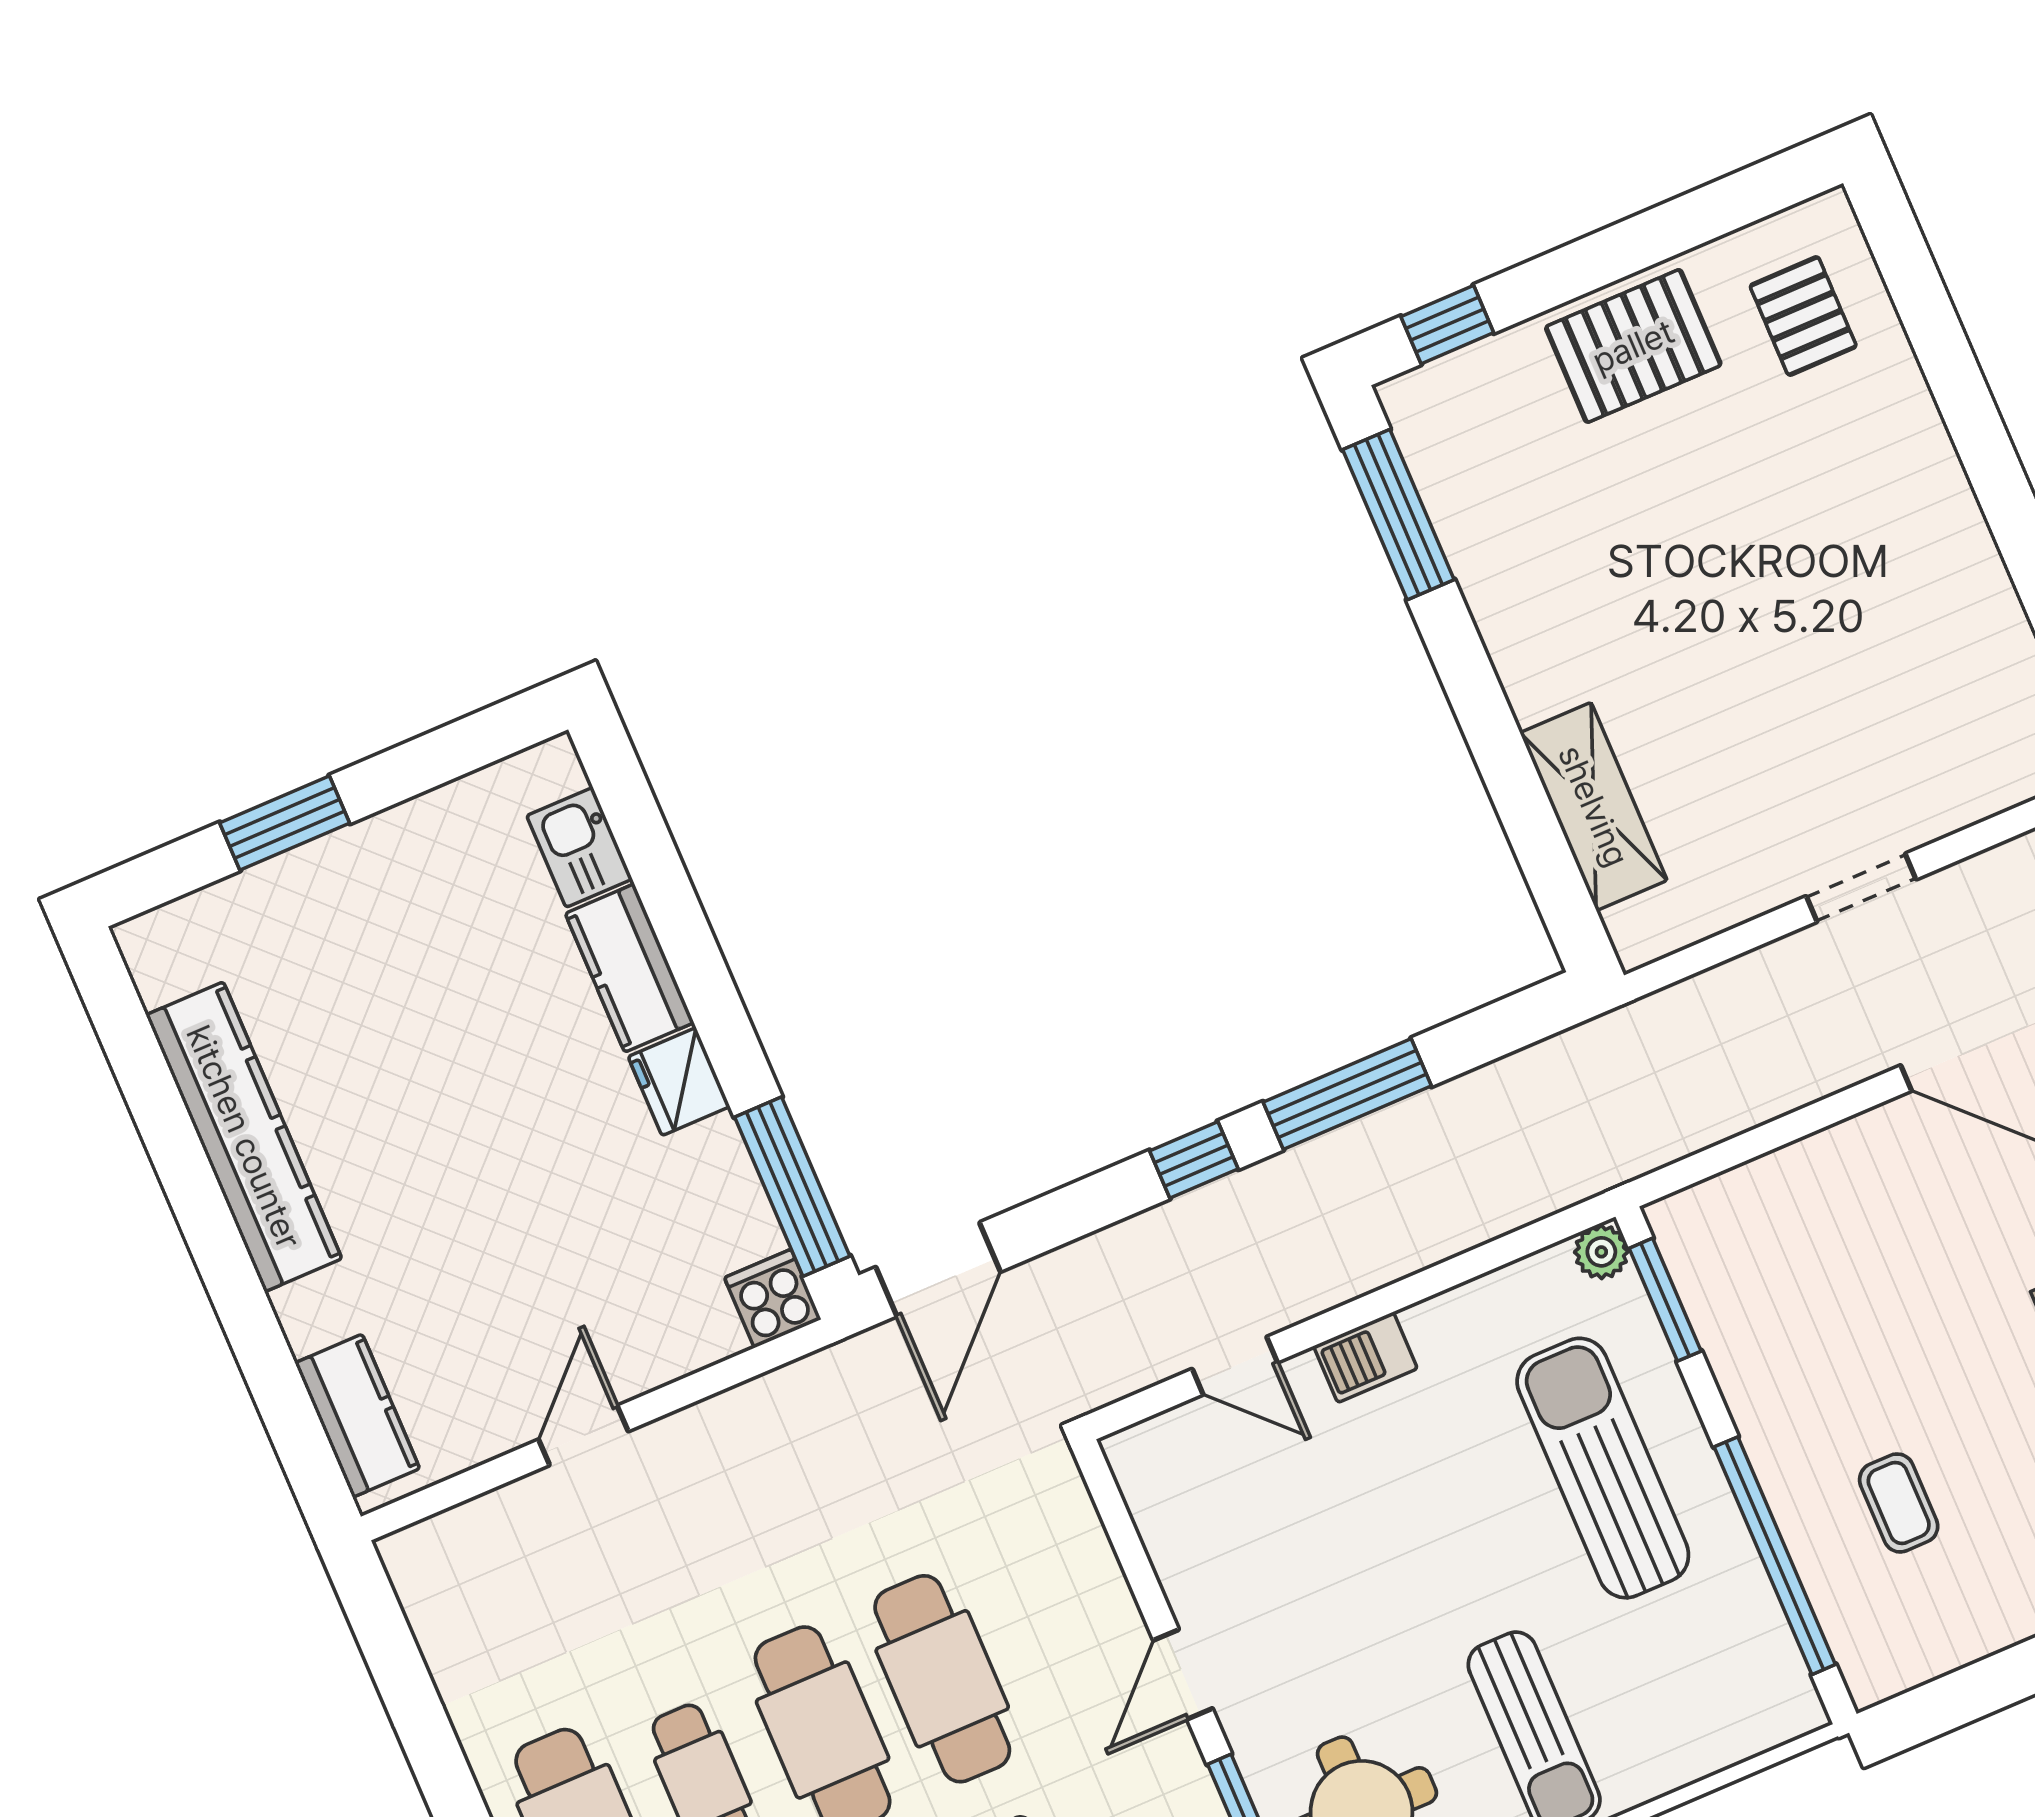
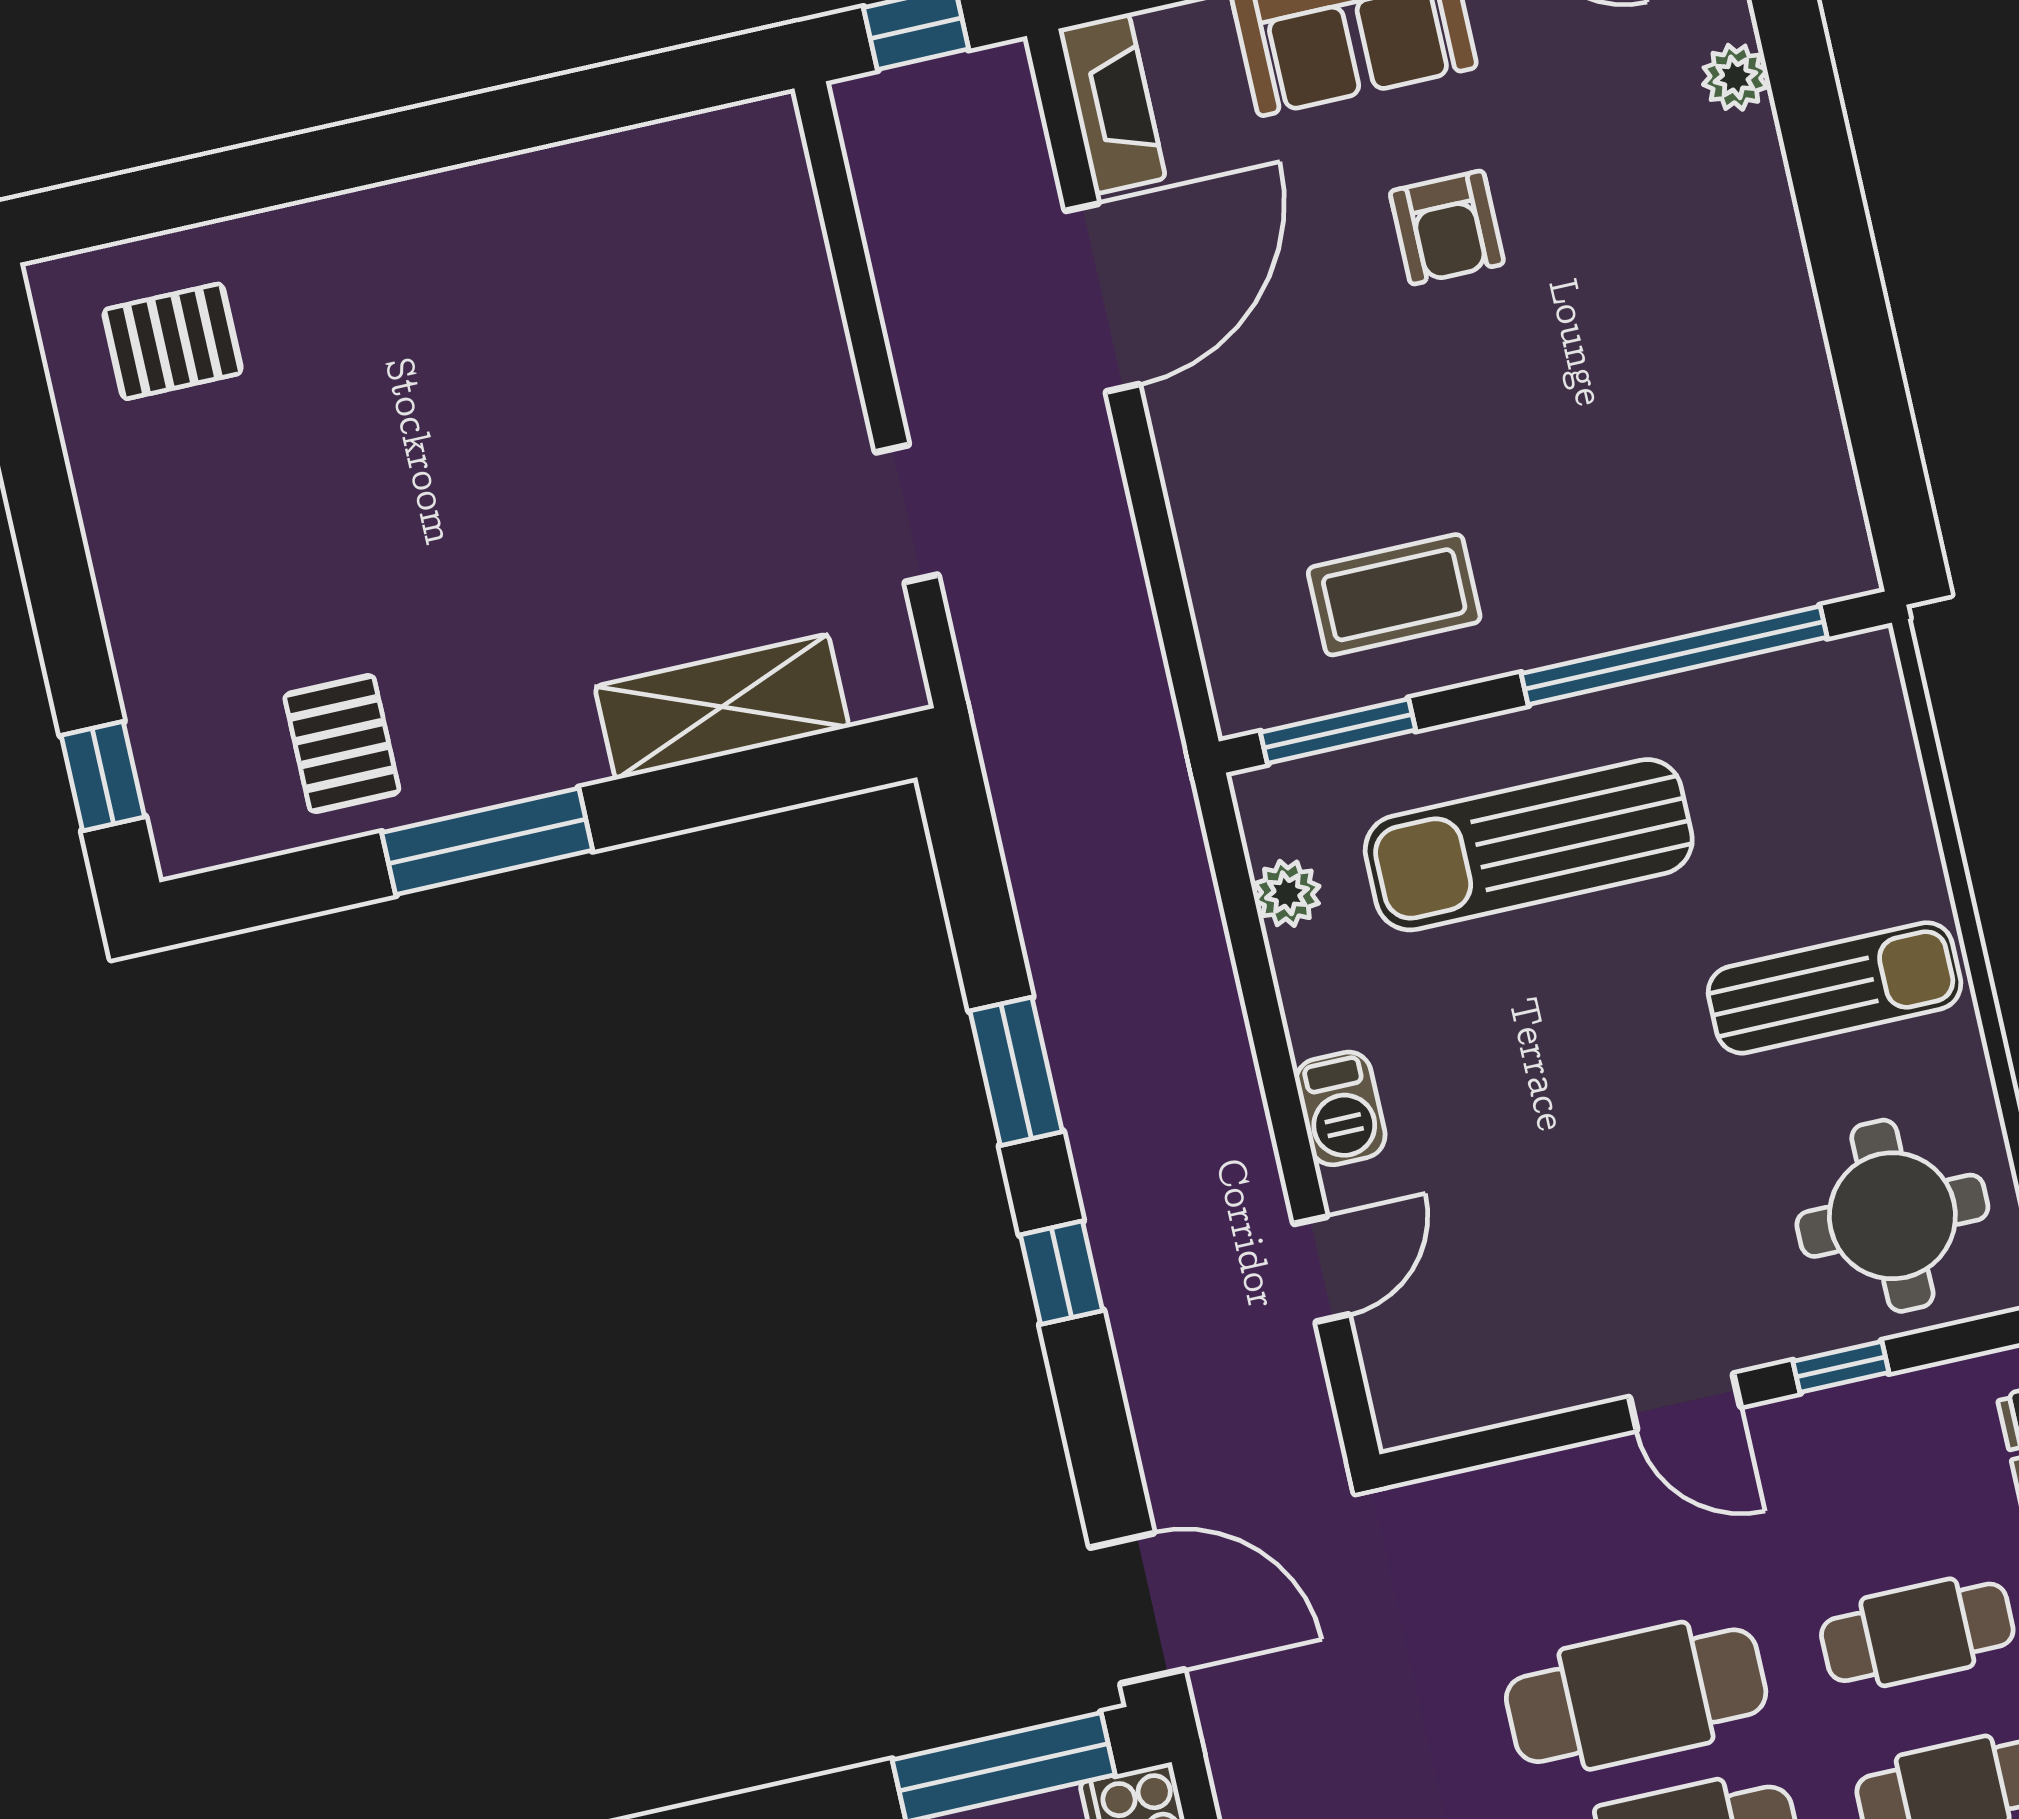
pallet: (1633, 346) -> (342, 744), moved, width x0.67, depth x0.71
window: (1398, 515) -> (487, 841), moved
doorway: (1861, 888) -> (907, 513), moved
window: (1347, 1094) -> (1016, 1071), width x0.69
plant: (1601, 1252) -> (1287, 893), moved
coffee table: (1899, 1503) -> (1394, 595), moved, width x1.36, depth x1.30

